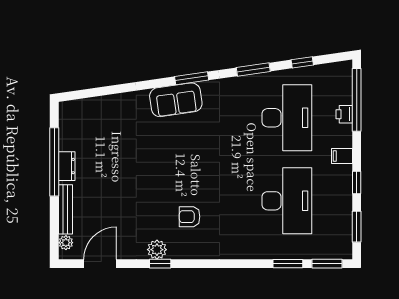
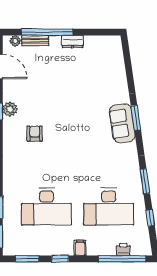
window: (192, 78) -> (136, 118), moved
printer: (344, 114) -> (123, 249), moved
window: (54, 162) -> (47, 32), moved
bench: (66, 209) -> (35, 41), width x0.73

